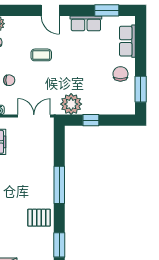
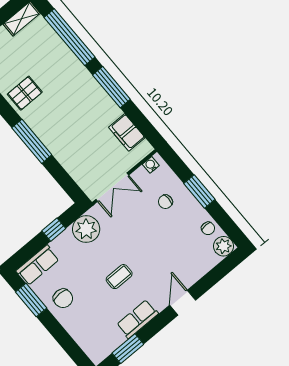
door: (50, 10) -> (183, 303), hinge flipped
row of seats: (127, 41) -> (38, 265), moved, turned 90
coffee table: (41, 55) -> (119, 277), moved

